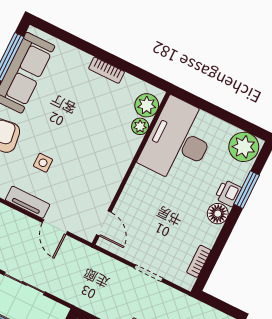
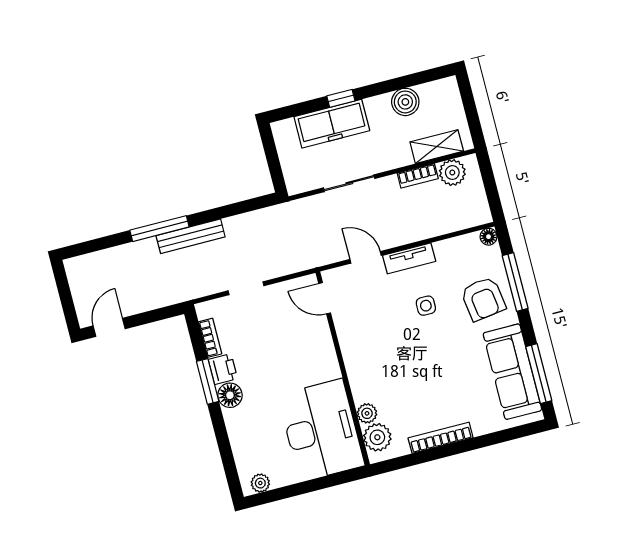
bookcase: (107, 70) -> (441, 438), width x1.56
plant: (244, 147) -> (260, 483), width x0.53, depth x0.53
window: (247, 190) -> (208, 381), moved
printer: (228, 193) -> (223, 369), moved

